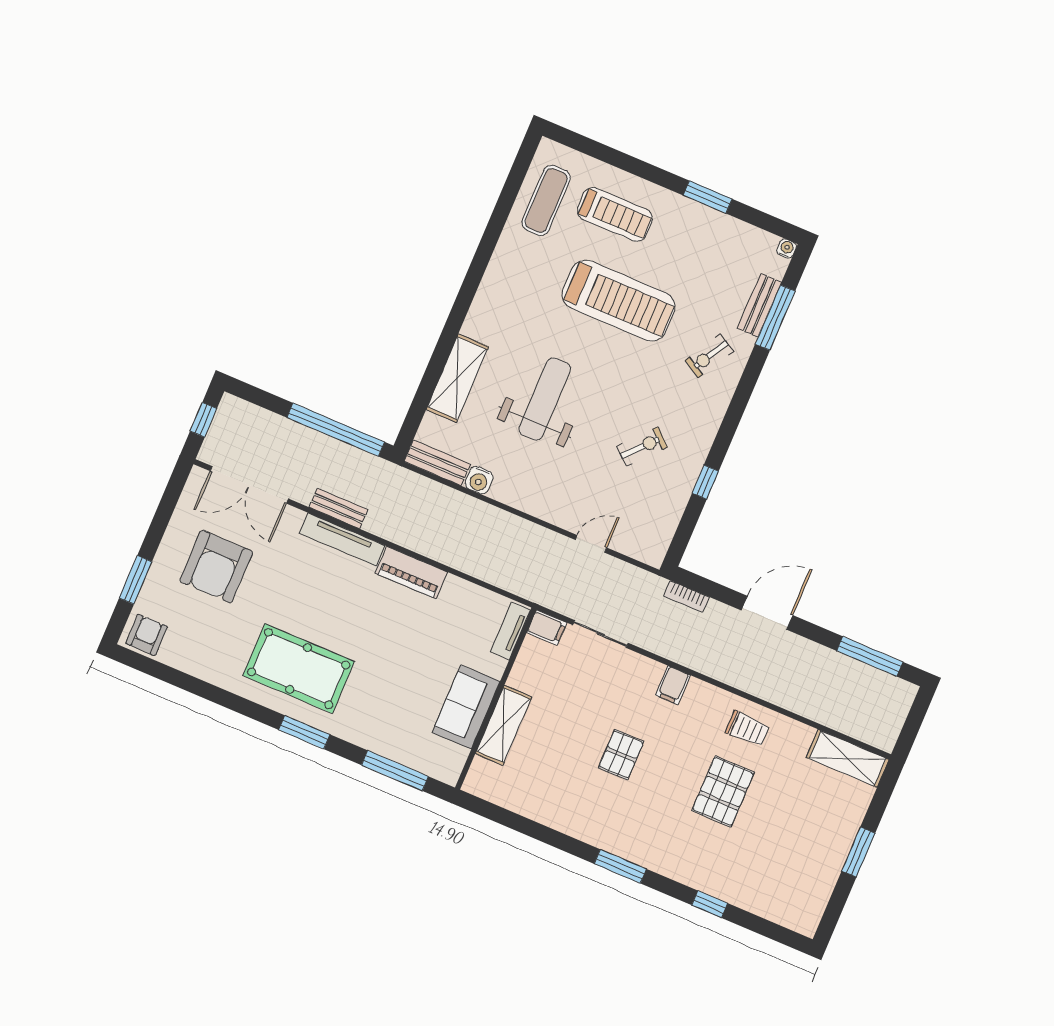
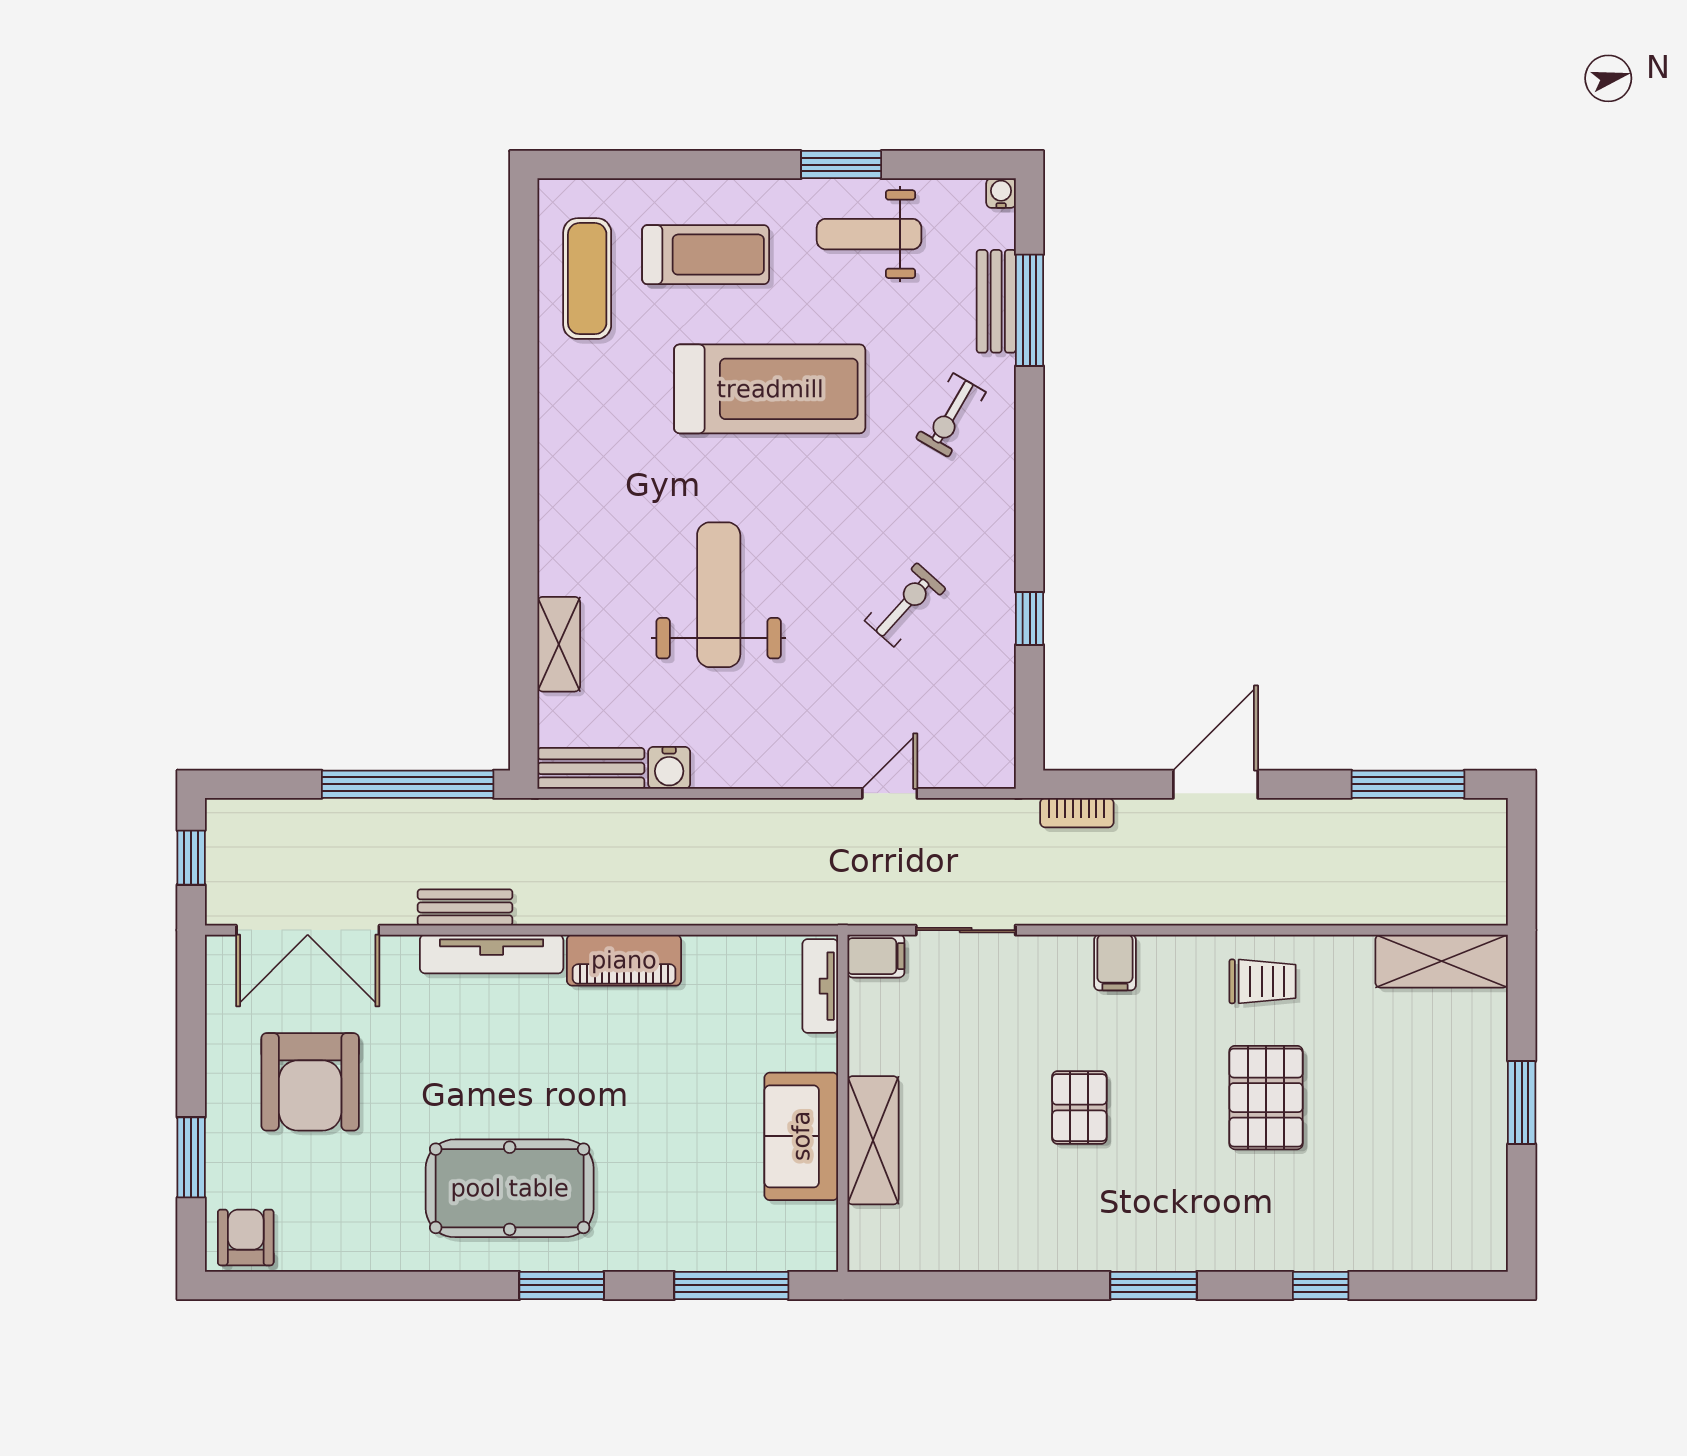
weight bench: (707, 241) -> (869, 234), added
shelving: (457, 378) -> (559, 644), width x0.67, depth x0.75

